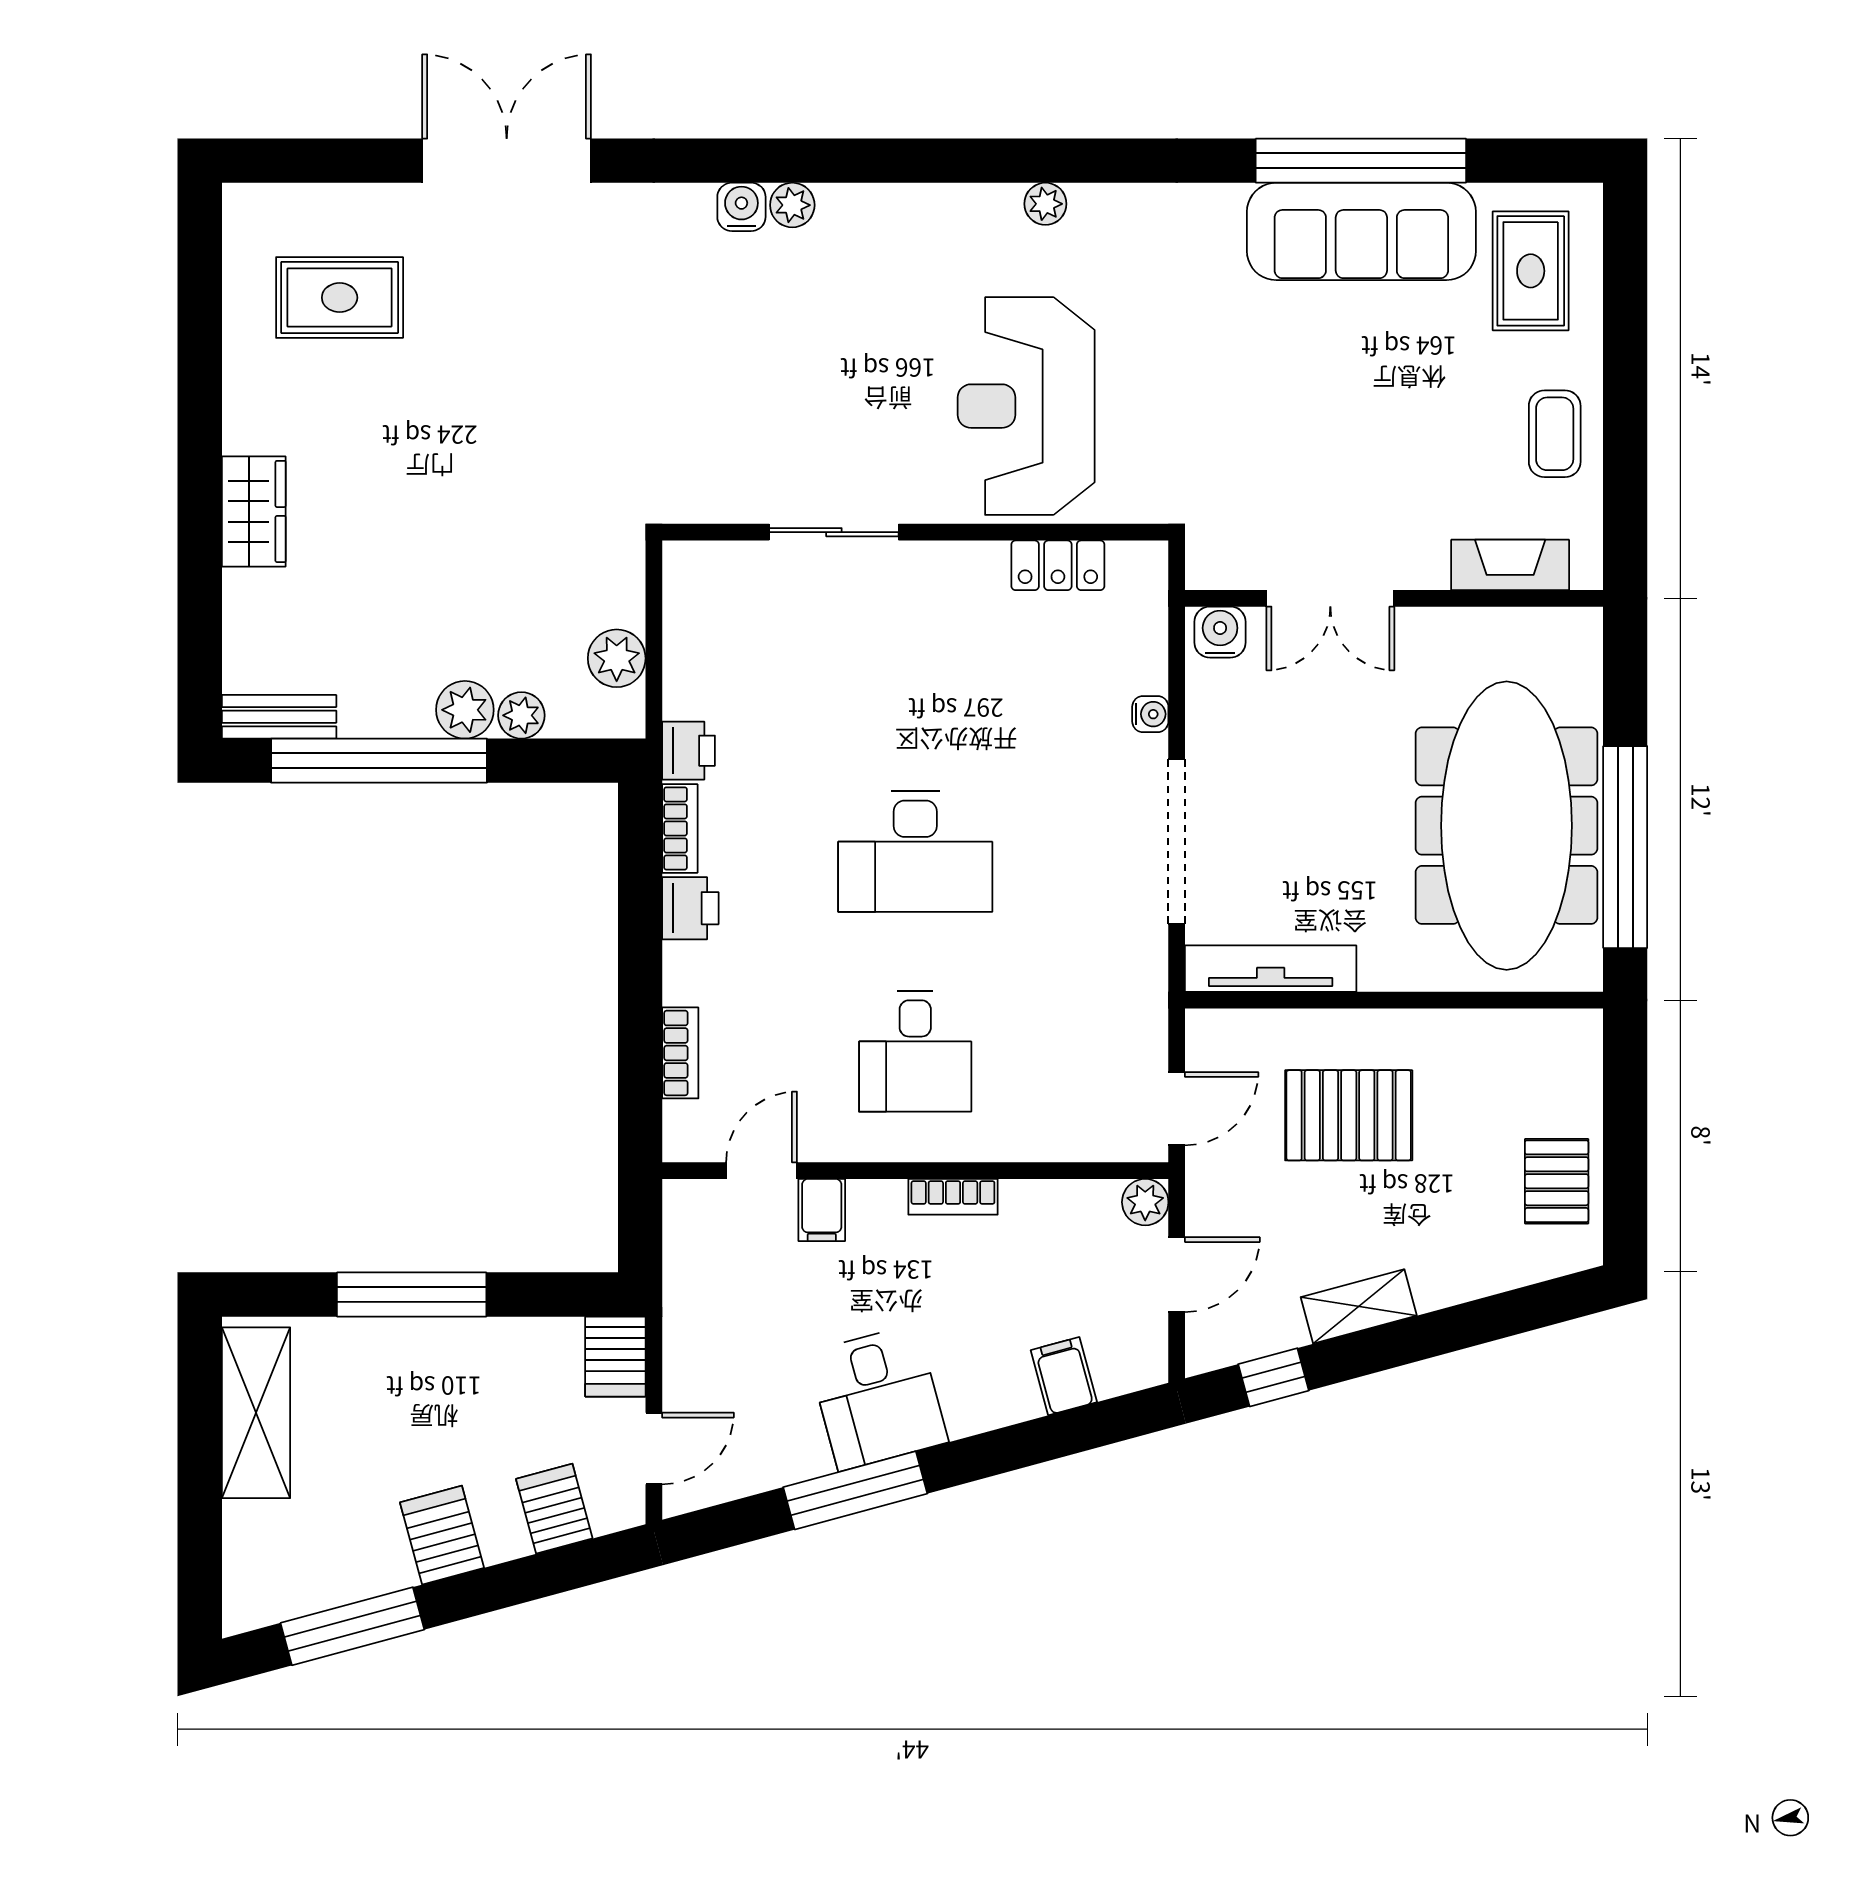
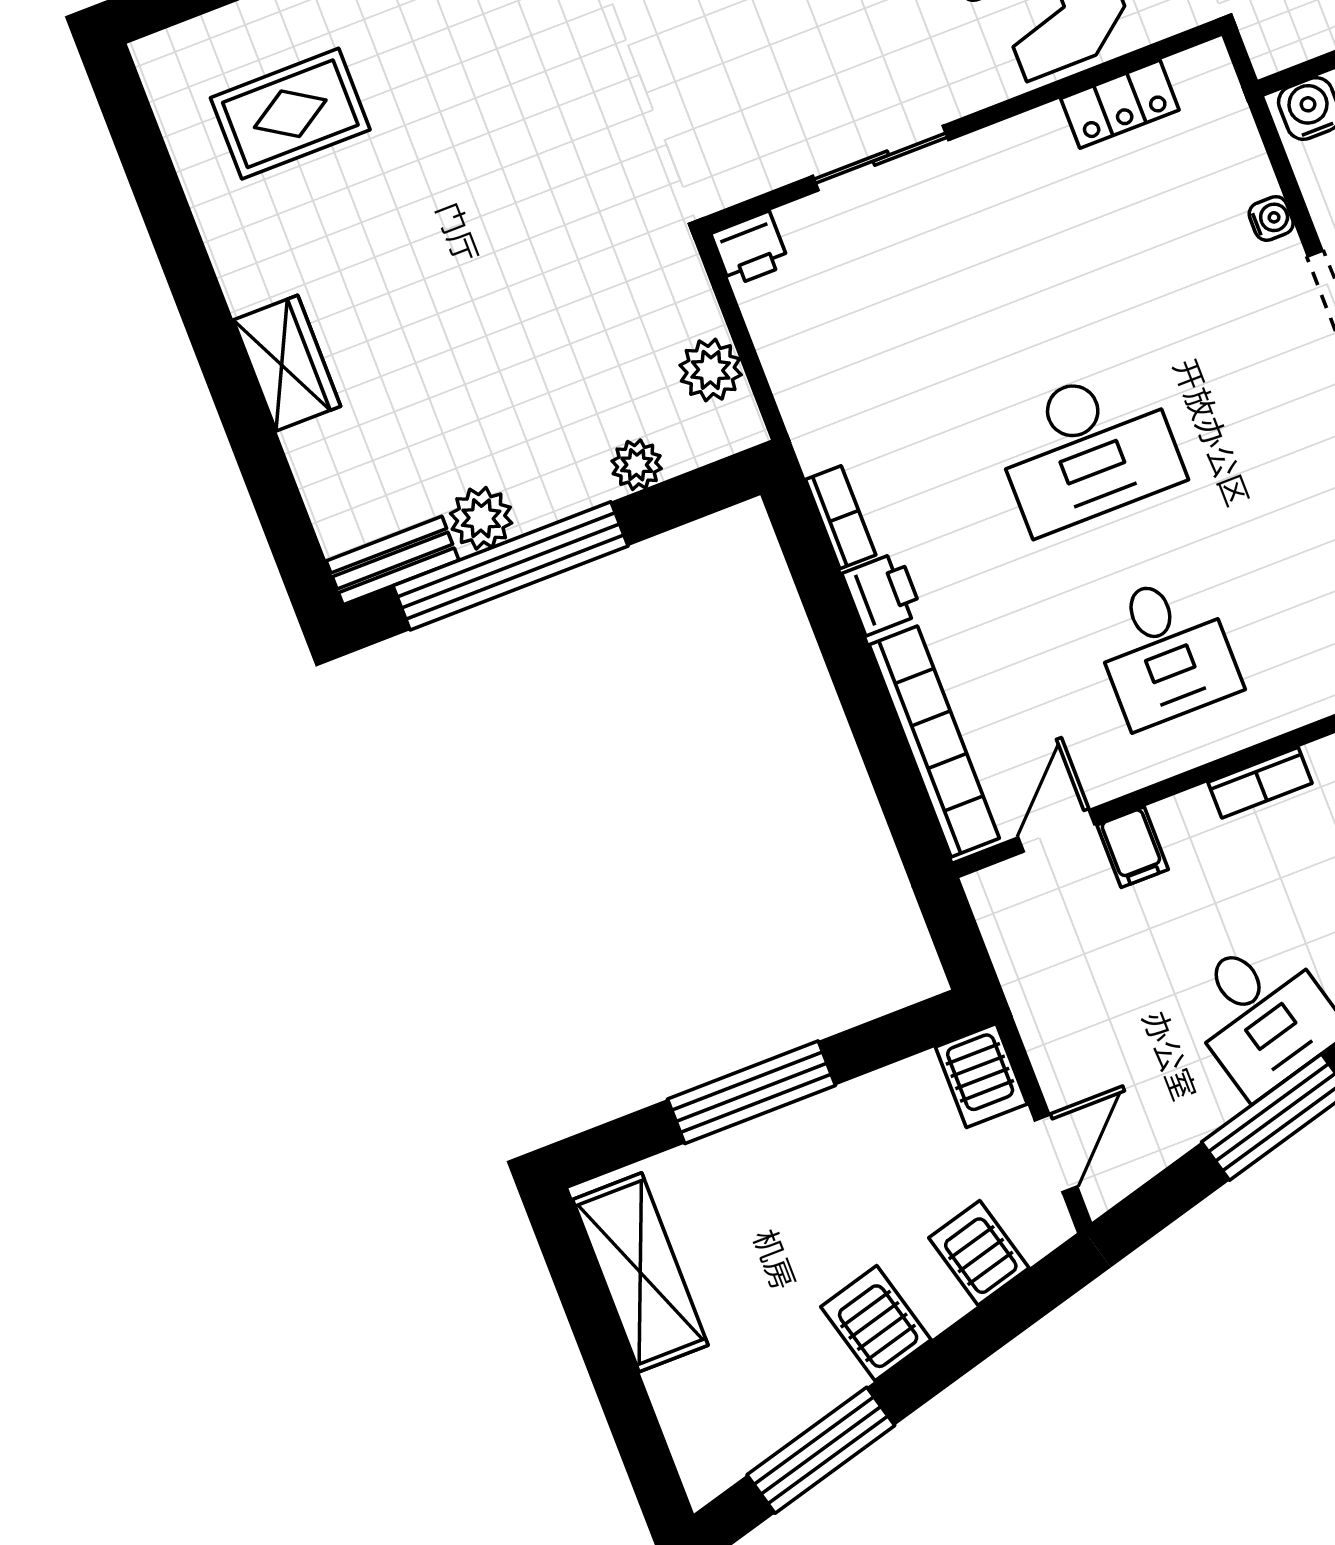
plant: (465, 710) -> (481, 518), moved
printer: (688, 751) -> (750, 249), moved, turned 90
bookcase: (680, 1053) -> (934, 742), width x2.31, depth x1.31

